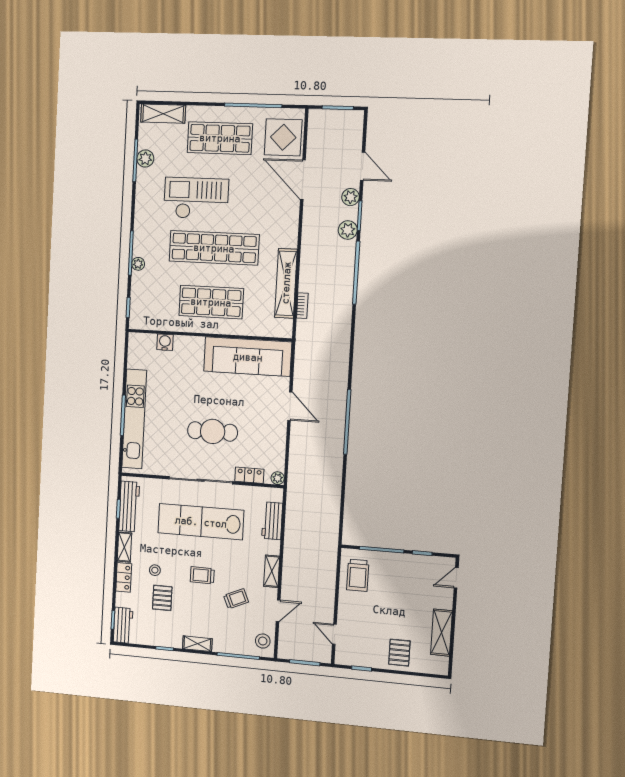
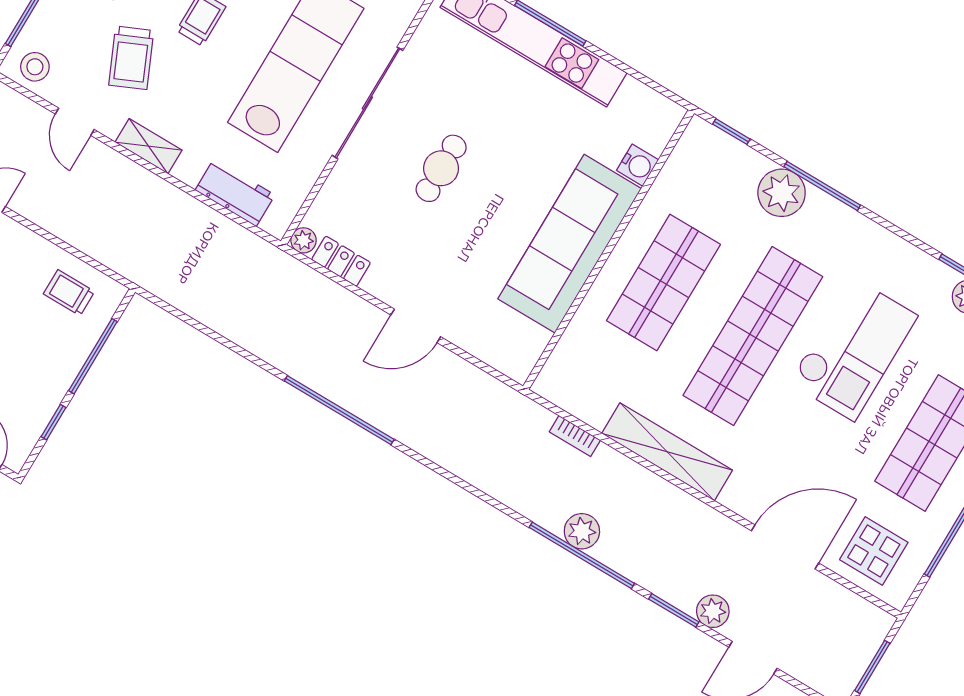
display table: (283, 137) -> (874, 551), width x0.73, depth x0.73
plant: (348, 230) -> (582, 531), moved
plant: (138, 264) -> (782, 193), width x1.88, depth x1.88
shelving: (286, 283) -> (667, 452), moved
sofa: (248, 357) -> (570, 244), moved
cafe table: (213, 431) -> (441, 168), width x0.73, depth x0.74
locker: (249, 475) -> (341, 261), moved, turned -90
trolley: (358, 575) -> (69, 293), width x0.73, depth x0.72
trolley: (236, 599) -> (131, 58), width x1.36, depth x1.39

